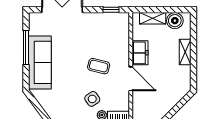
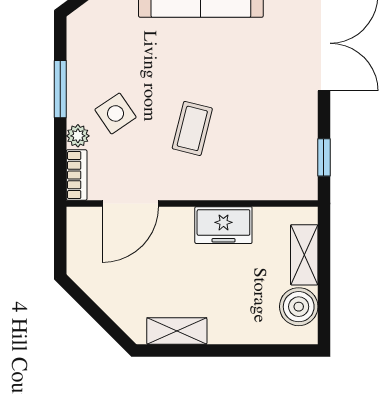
shelving: (185, 52) -> (177, 331), moved
door: (131, 79) -> (130, 203), moved

